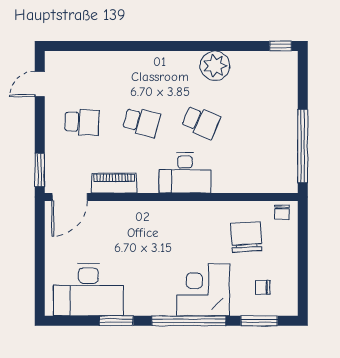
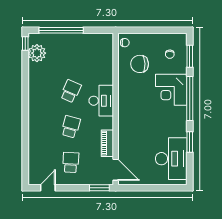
plant: (215, 66) -> (37, 53), moved
door: (40, 84) -> (48, 188), swing flipped
window: (303, 146) -> (61, 30), moved

